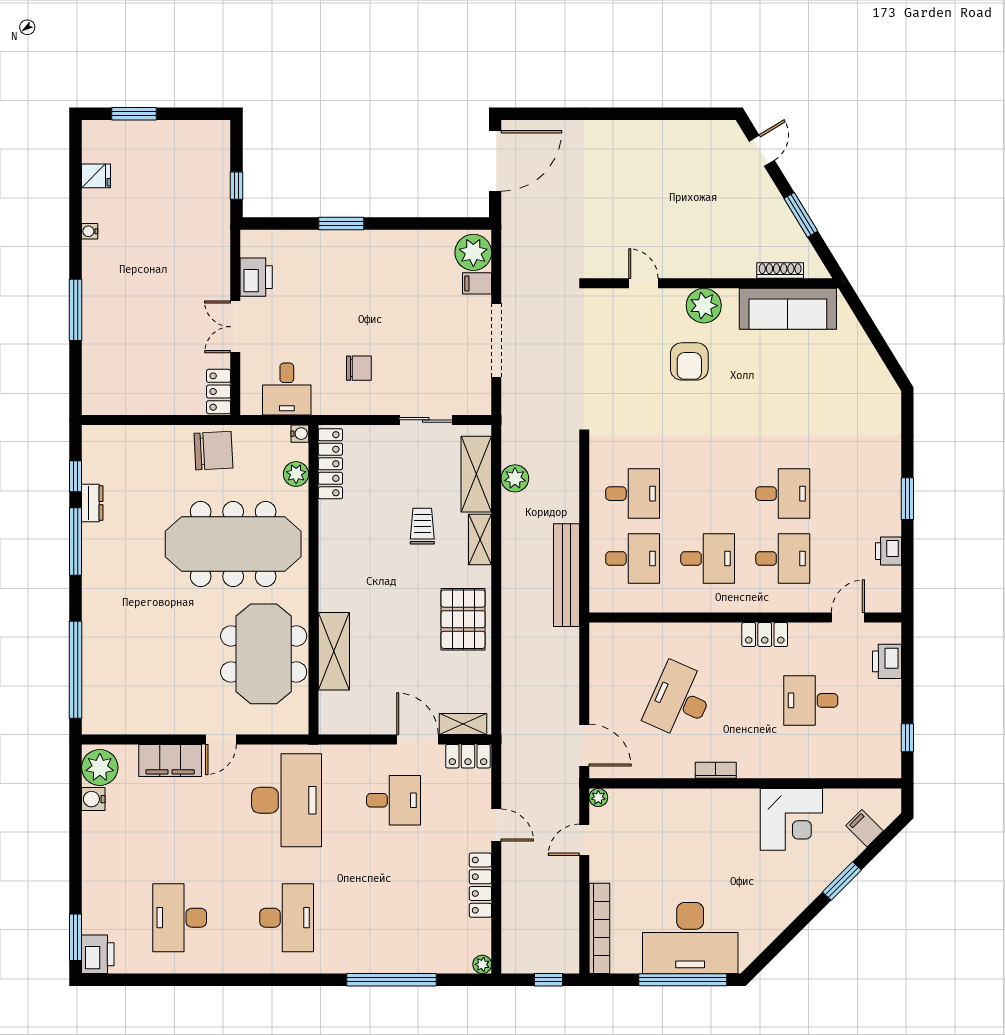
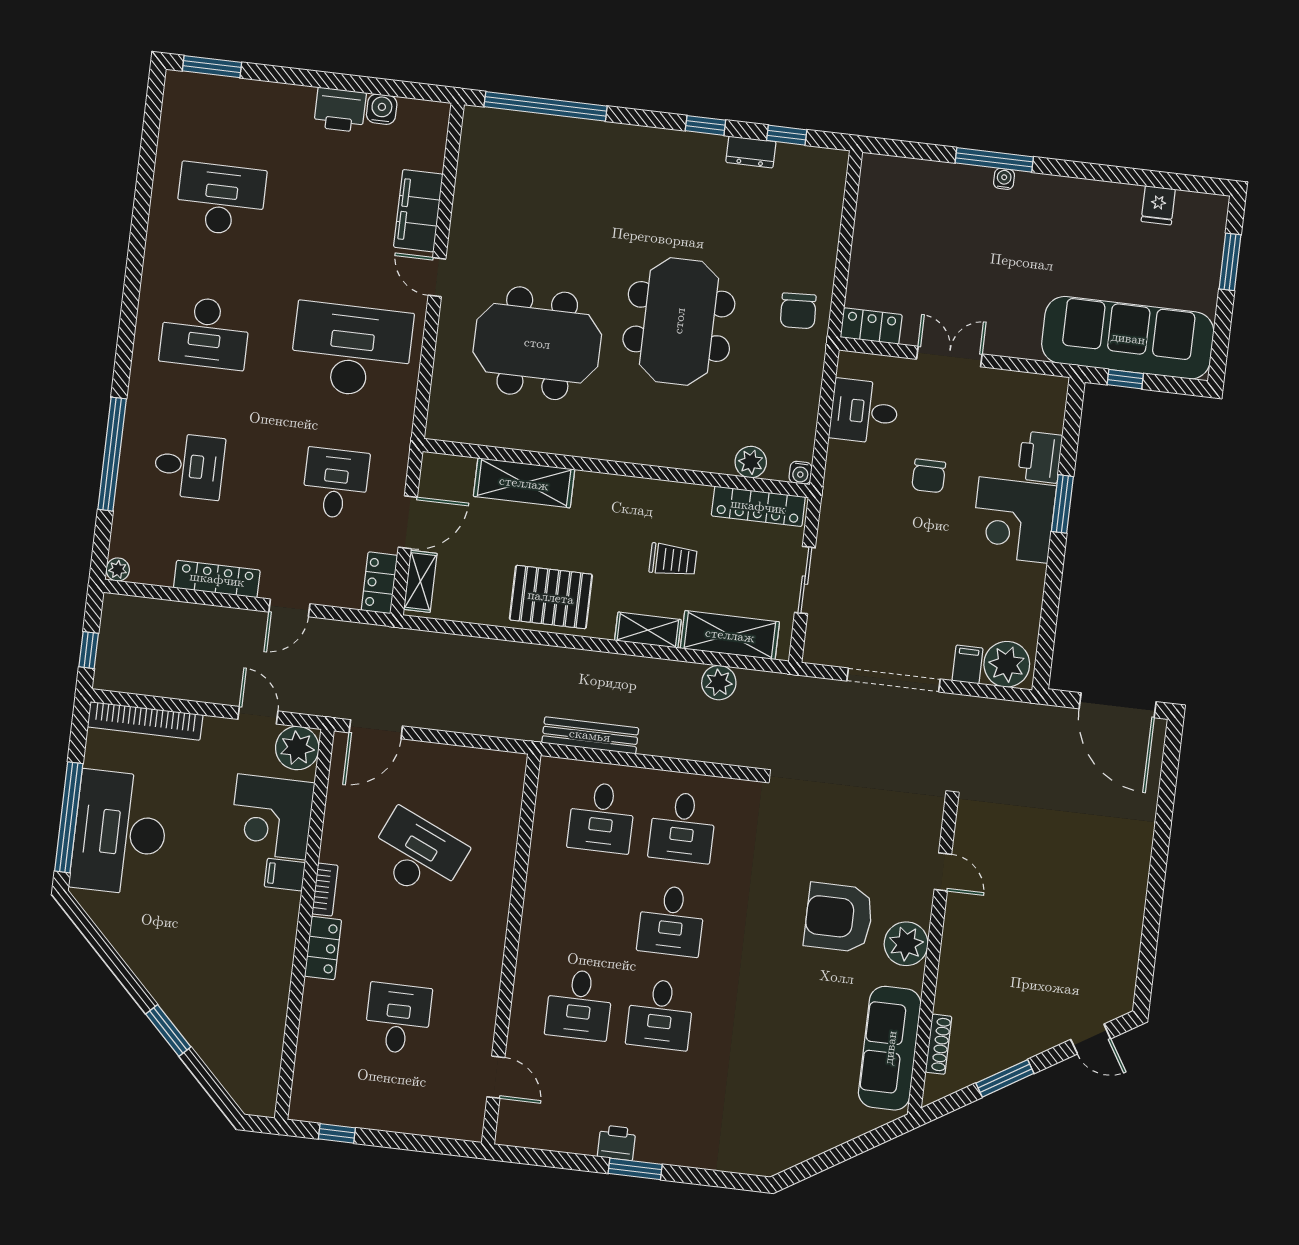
sofa: (204, 188) -> (1128, 338), added
water cooler: (90, 231) -> (1004, 179), moved
corner desk: (359, 261) -> (1013, 520), added
printer: (256, 277) -> (1040, 457), moved, turned 90
door: (643, 283) -> (943, 872), hinge flipped
armchair: (689, 361) -> (839, 917), width x1.36, depth x1.36
chair: (359, 368) -> (929, 476), moved
water cooler: (300, 434) -> (801, 473), moved
chair: (213, 451) -> (798, 311), width x0.73, depth x0.73
locker: (330, 464) -> (758, 506), moved
plant: (296, 474) -> (751, 462), moved
window: (76, 542) -> (705, 125), width x0.46
meeting table: (233, 544) -> (679, 321), width x0.73
printer: (888, 551) -> (617, 1143), moved
desk: (708, 559) -> (671, 921), moved
bench: (566, 575) -> (590, 735), width x0.73, depth x0.82
wall: (313, 580) -> (616, 468), moved
locker: (765, 635) -> (323, 948), moved, turned 180
shelving: (334, 651) -> (524, 483), moved
printer: (887, 661) -> (435, 1119), removed
plant: (100, 767) -> (420, 122), removed
plant: (598, 797) -> (297, 748), width x1.88, depth x1.88
desk: (287, 800) -> (351, 350), turned 180
desk: (394, 800) -> (336, 483), turned 180
corner desk: (791, 819) -> (272, 817), moved
filing cabinet: (864, 828) -> (285, 875), moved, turned -135
desk: (394, 918) -> (189, 466), added
printer: (98, 954) -> (340, 110), moved

